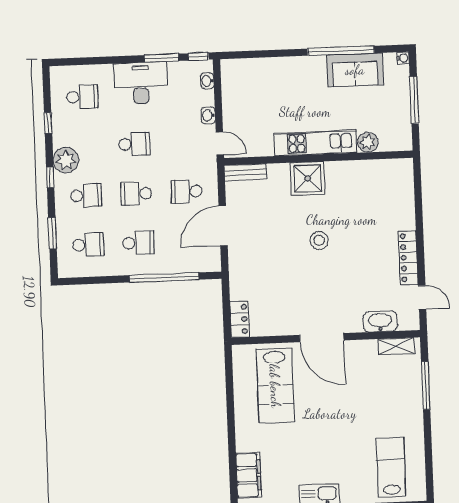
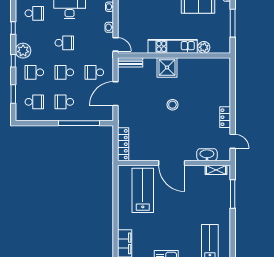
school desk: (86, 196) -> (34, 72), turned 180
school desk: (138, 243) -> (64, 102), turned 180
locker: (408, 258) -> (225, 117), width x0.66
locker: (240, 319) -> (123, 144), width x1.53
lab bench: (275, 386) -> (143, 190), turned 180

